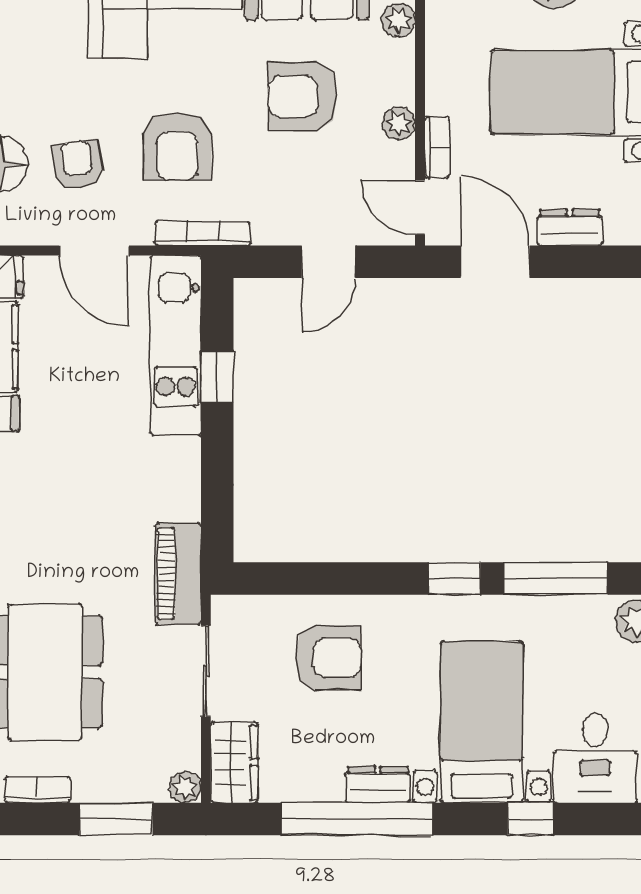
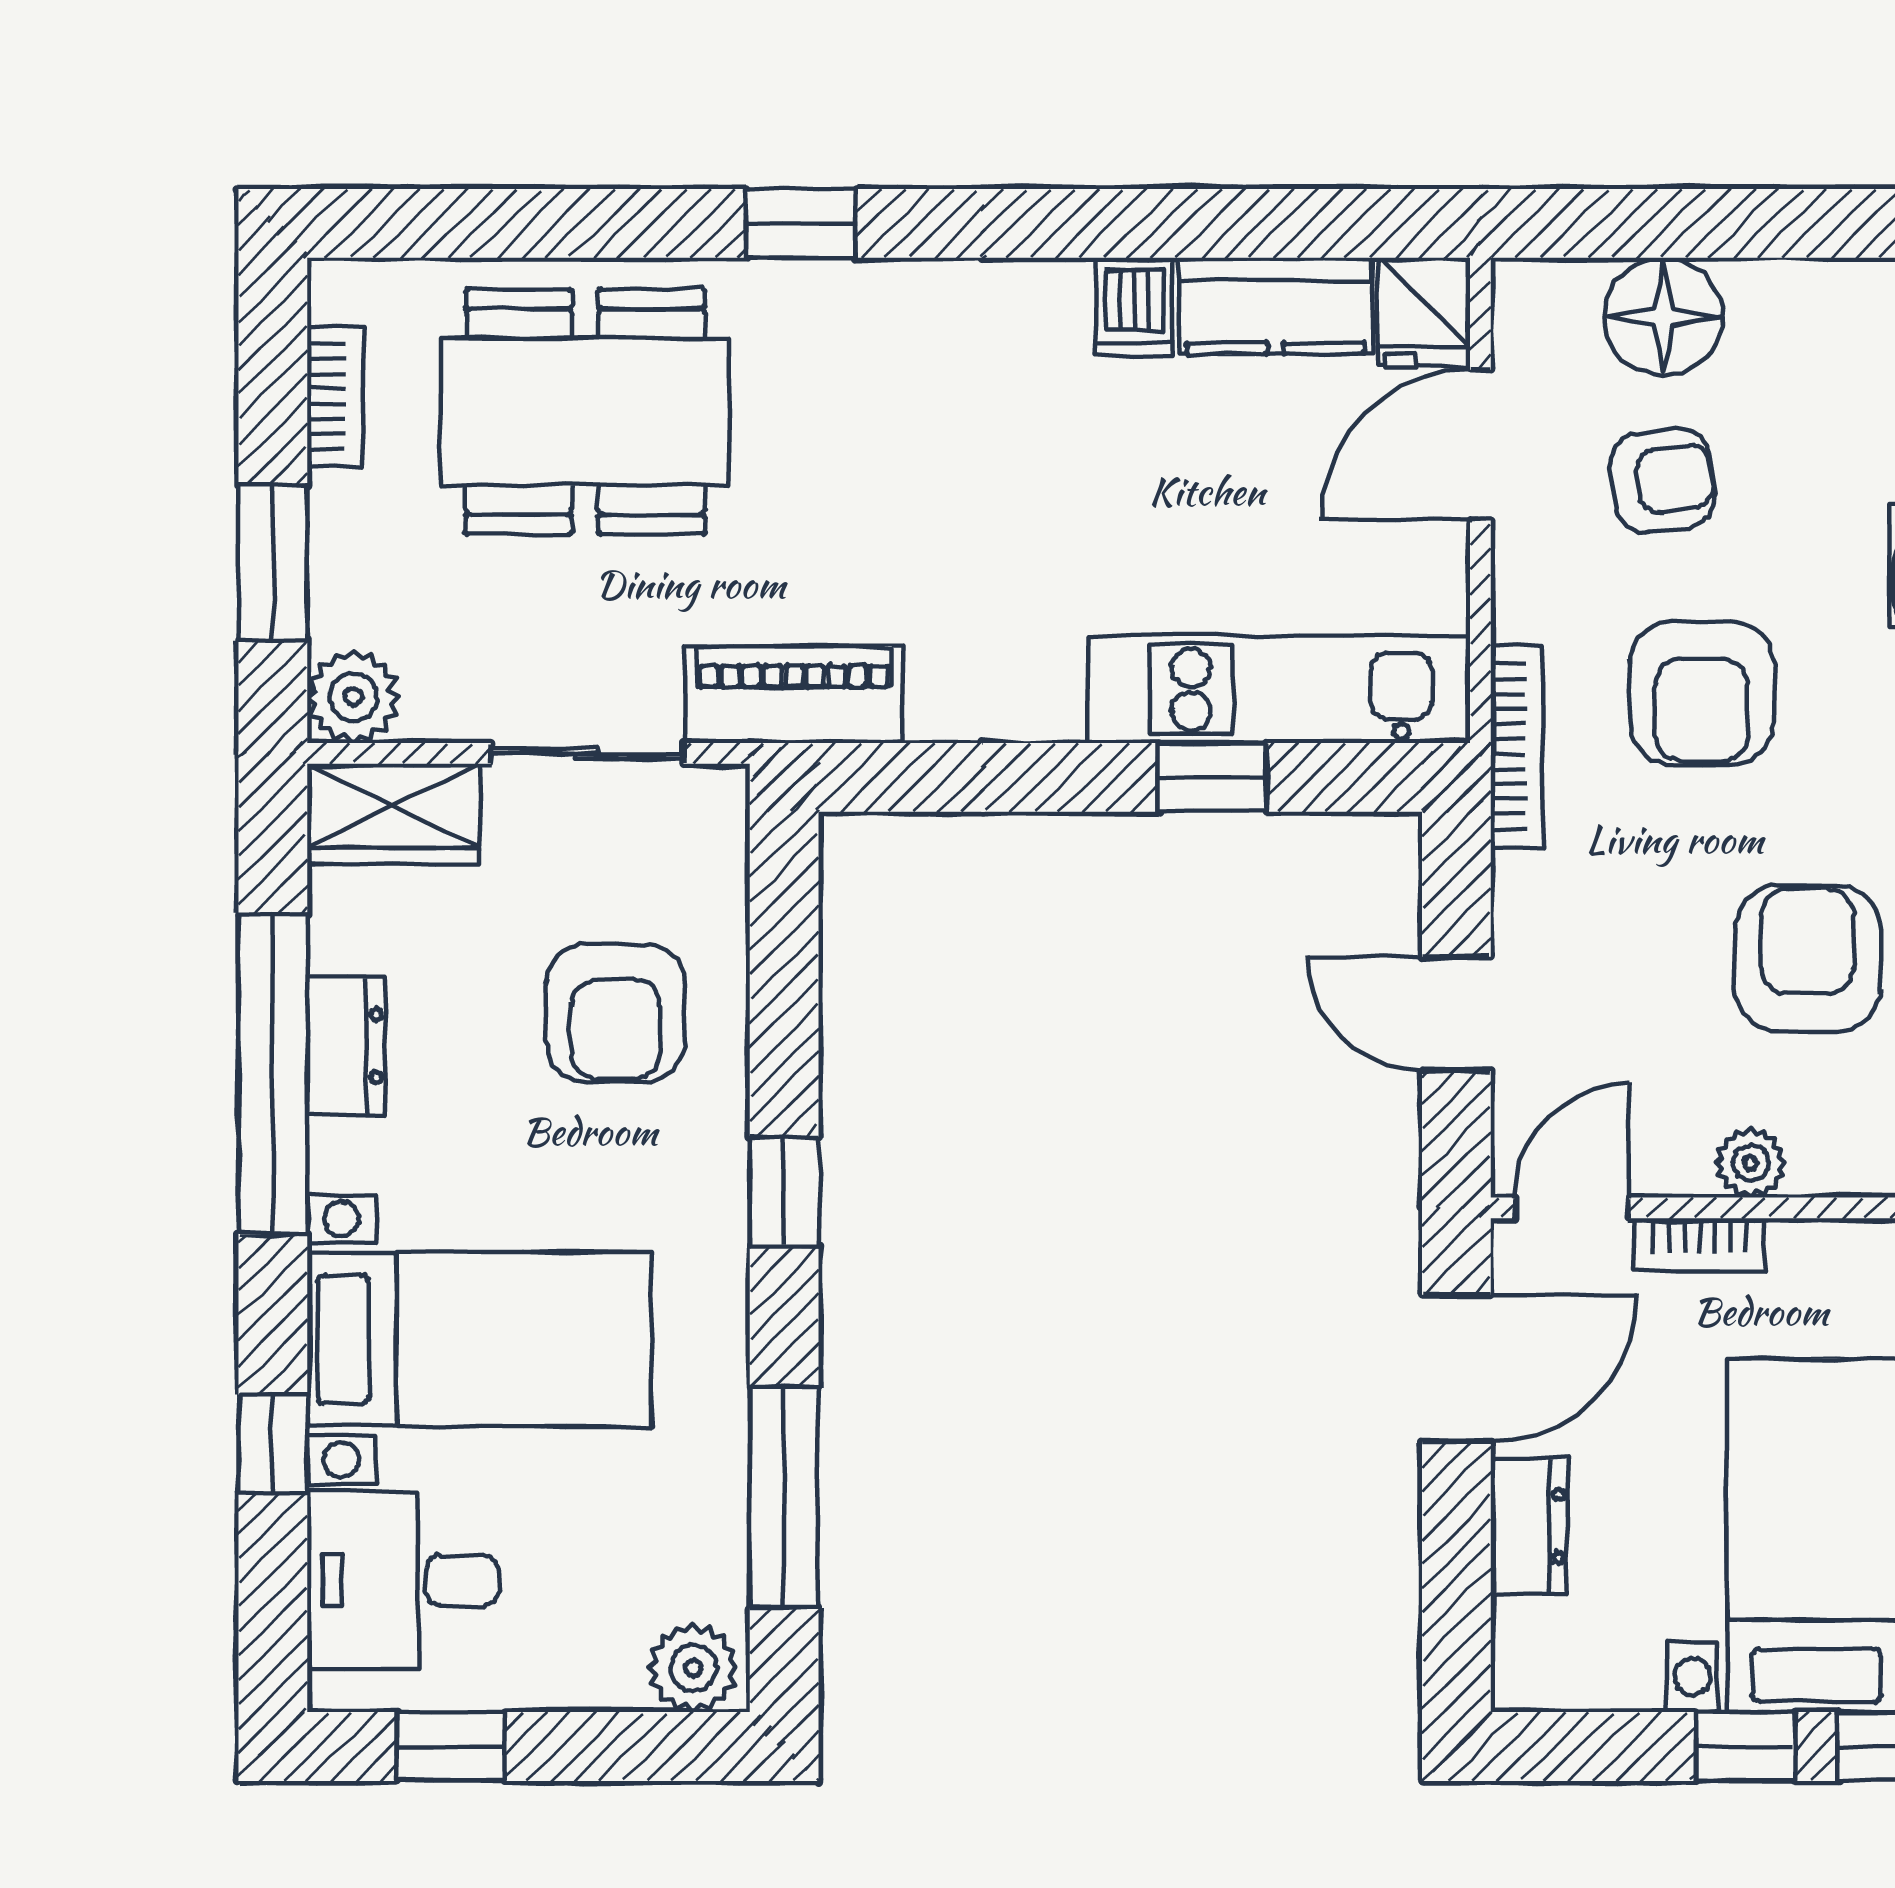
armchair: (177, 146) -> (1702, 693), turned -90
door: (94, 251) -> (1480, 444), moved
window: (454, 578) -> (784, 1192), moved
dresser: (378, 785) -> (346, 1046), moved
plant: (185, 787) -> (353, 697), width x1.38, depth x1.38

